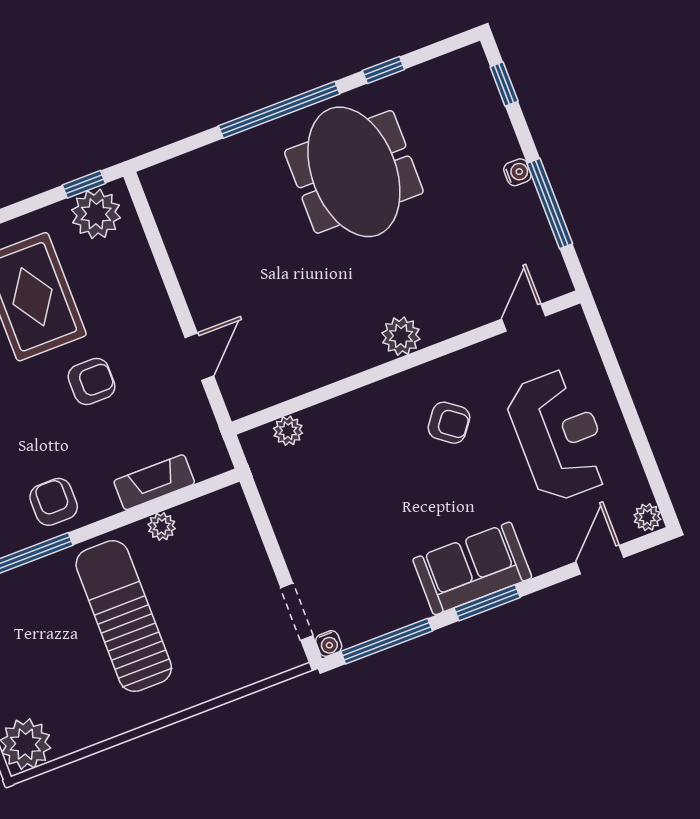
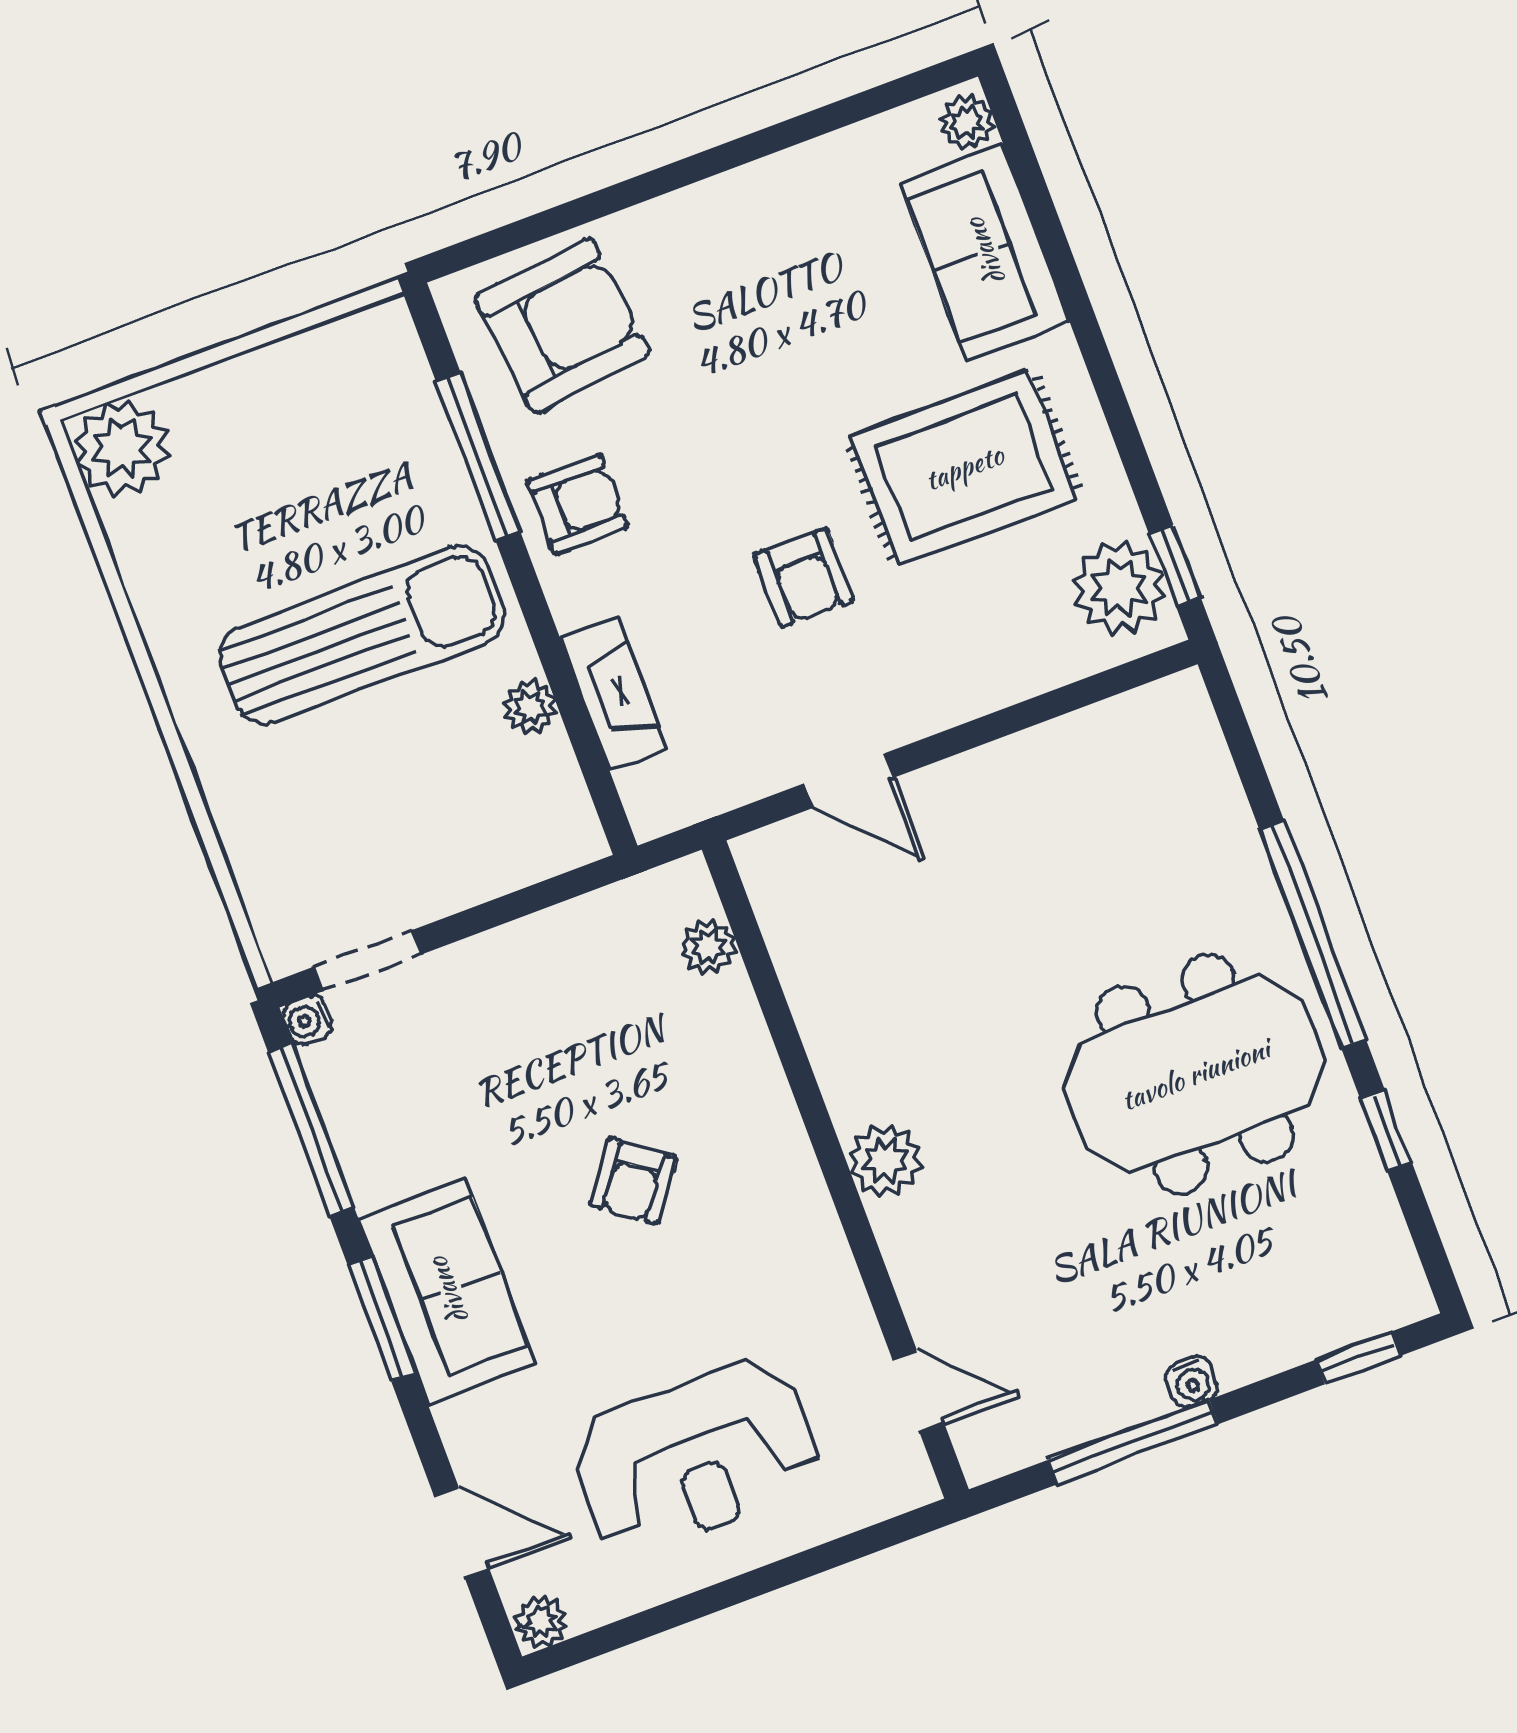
armchair: (449, 423) -> (633, 1181), moved

